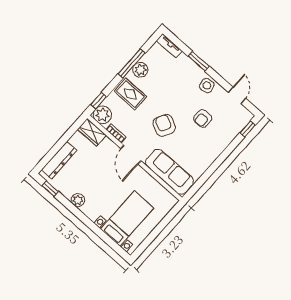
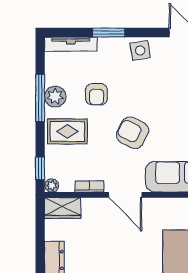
tv unit: (169, 46) -> (71, 44), width x1.41
plant: (102, 115) -> (52, 185), width x0.53, depth x0.53
armchair: (203, 119) -> (97, 94), moved

